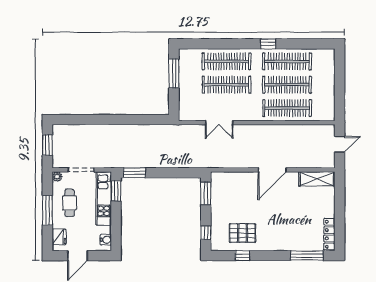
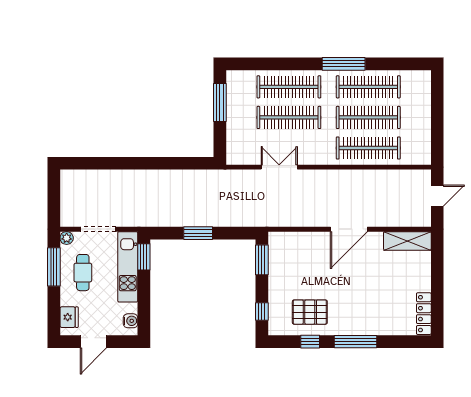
window: (268, 44) -> (344, 64), width x2.17
double door: (219, 123) -> (279, 167), swing flipped
window: (47, 145) -> (54, 197), removed
window: (134, 173) -> (198, 233), moved
window: (47, 210) -> (54, 267), moved
window: (307, 256) -> (356, 342), moved

